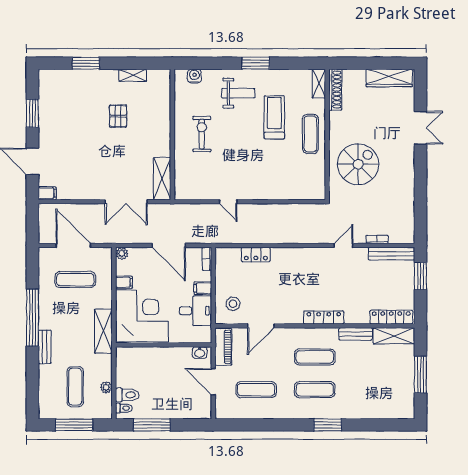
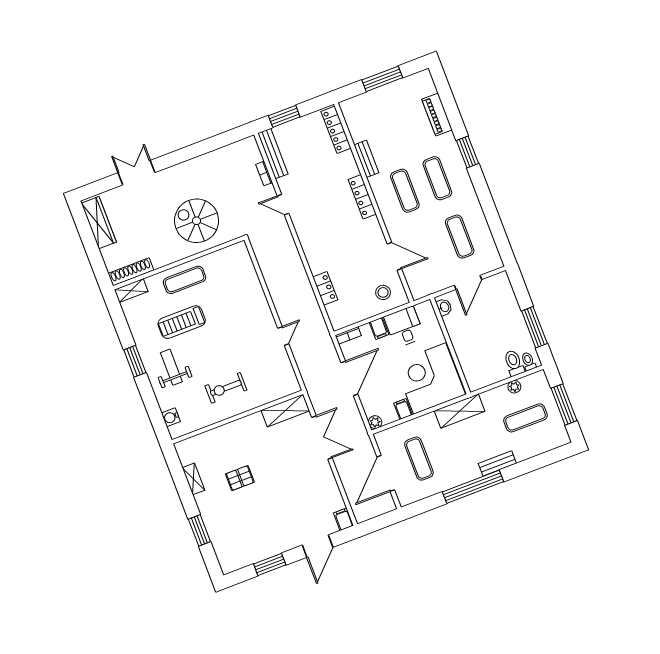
shelving: (394, 336) -> (354, 120), removed
piano: (223, 347) -> (437, 115), moved, turned -90

